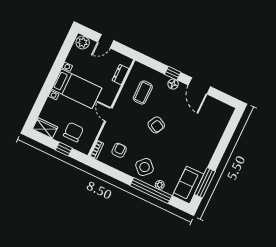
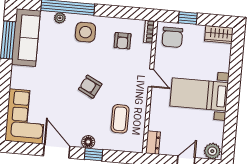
dresser: (120, 75) -> (153, 143), moved
corner sofa: (213, 121) -> (26, 116), added
chair: (73, 132) -> (172, 37), moved
side table: (145, 167) -> (85, 32), turned 45
sofa: (188, 185) -> (26, 38), width x1.36

